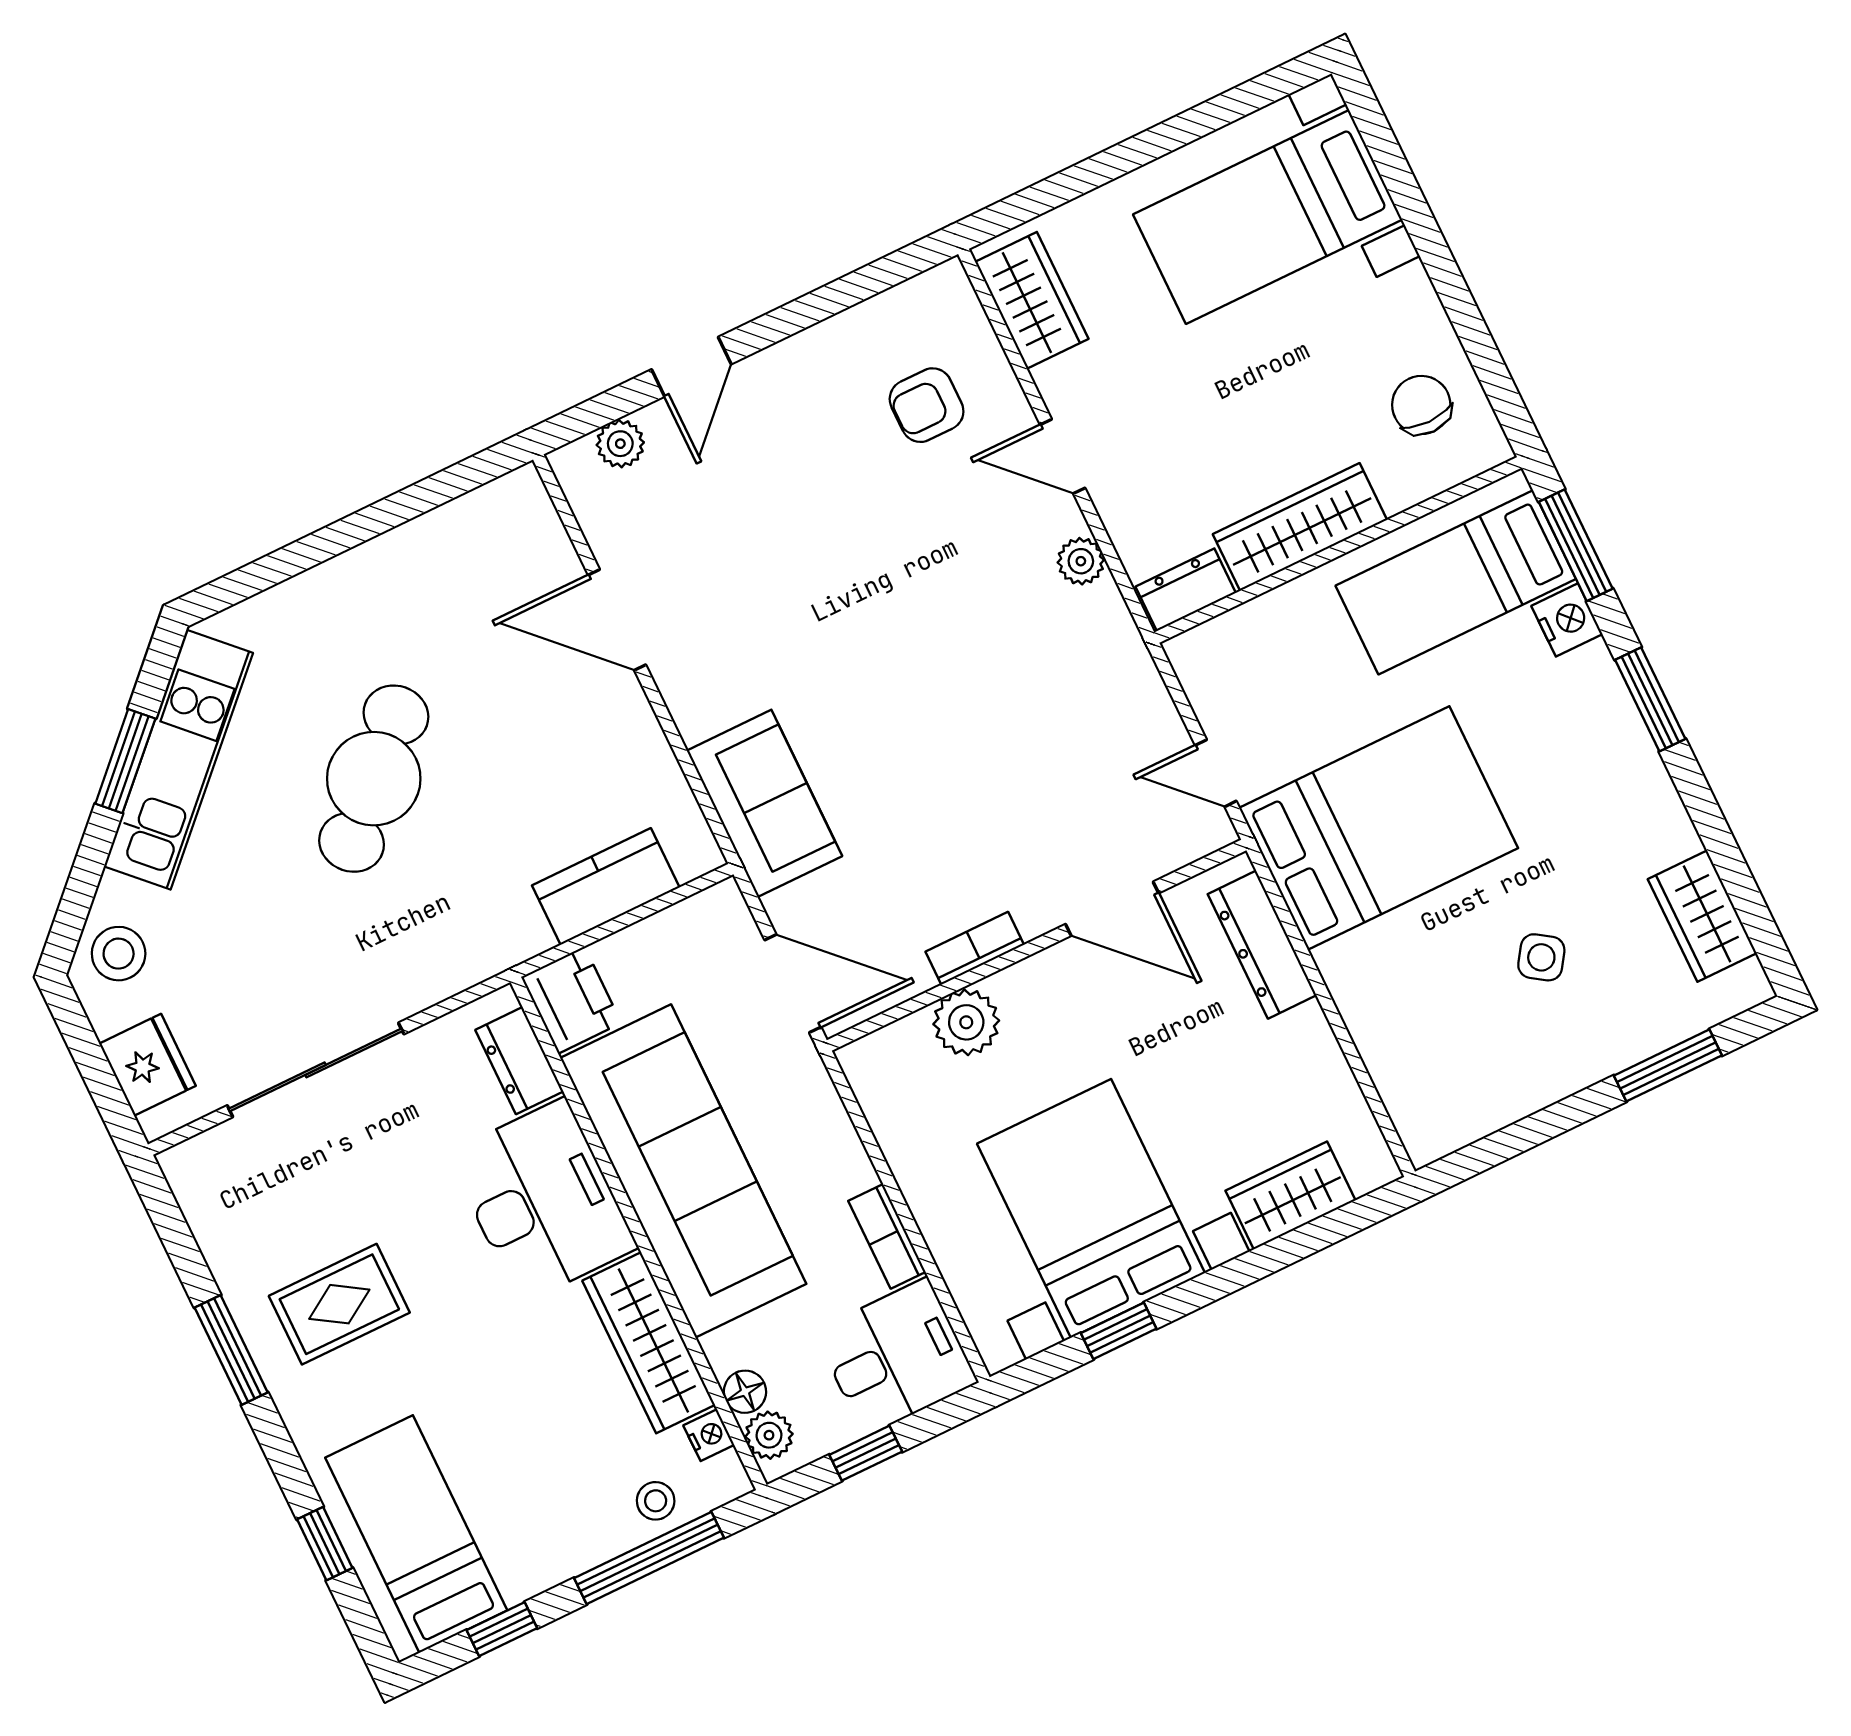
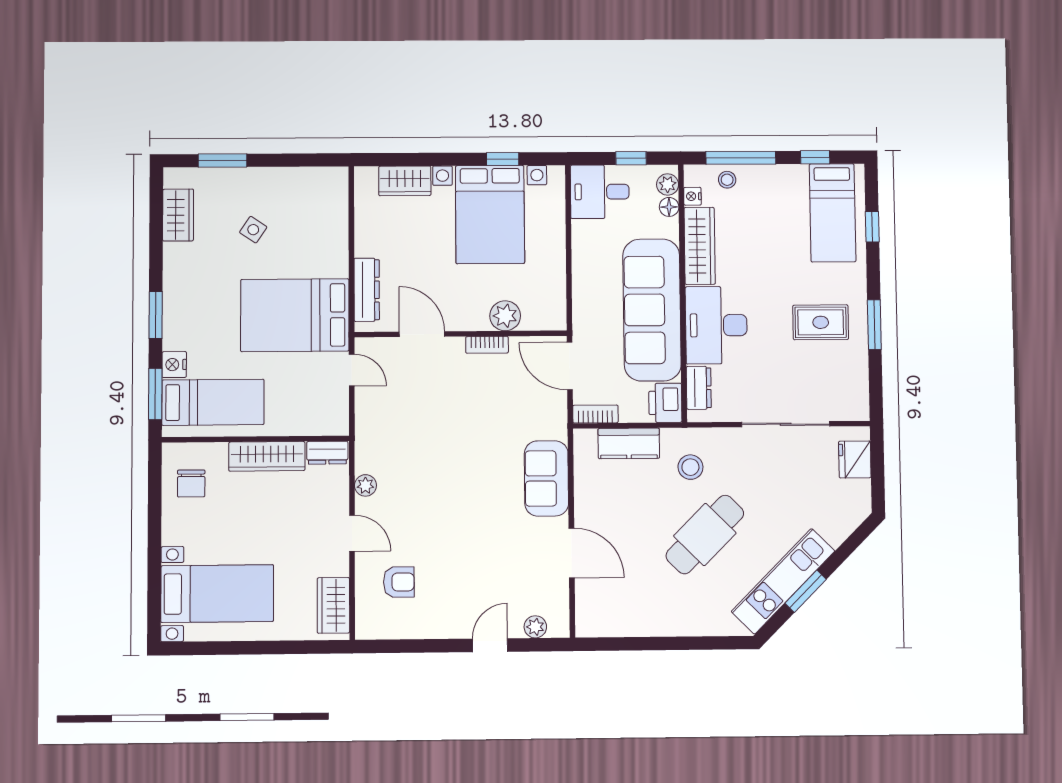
sofa: (764, 803) -> (546, 478), moved
stool: (119, 954) -> (690, 467), moved
bookcase: (887, 1236) -> (595, 414), moved, turned -90

